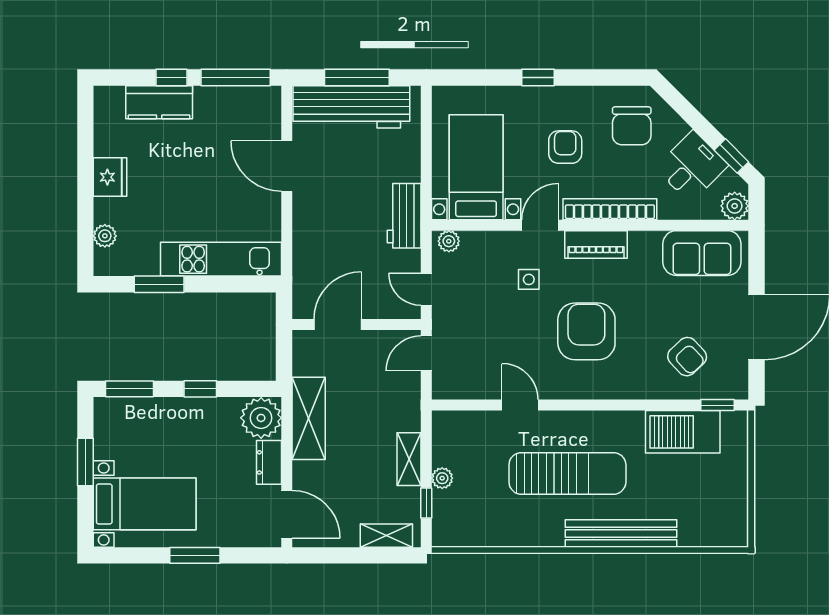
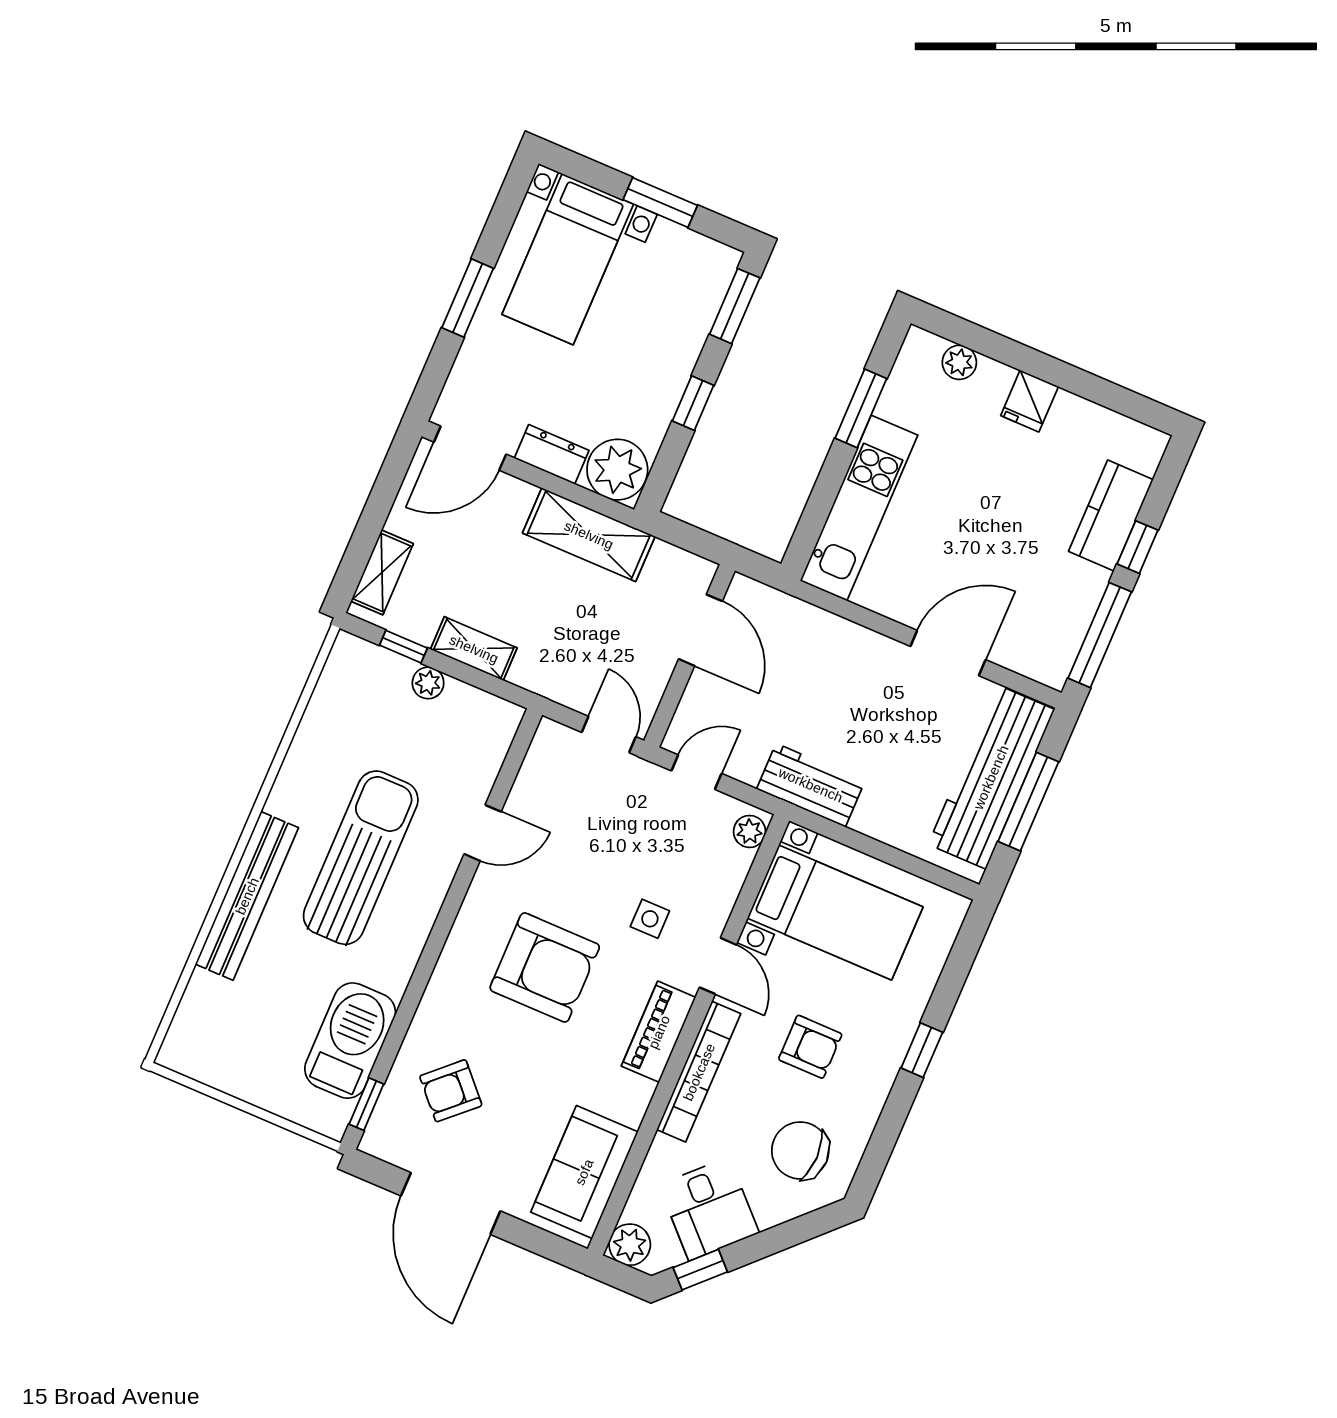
fridge: (110, 177) -> (1030, 401), width x0.72
sun lounger: (567, 473) -> (361, 858), turned 180

